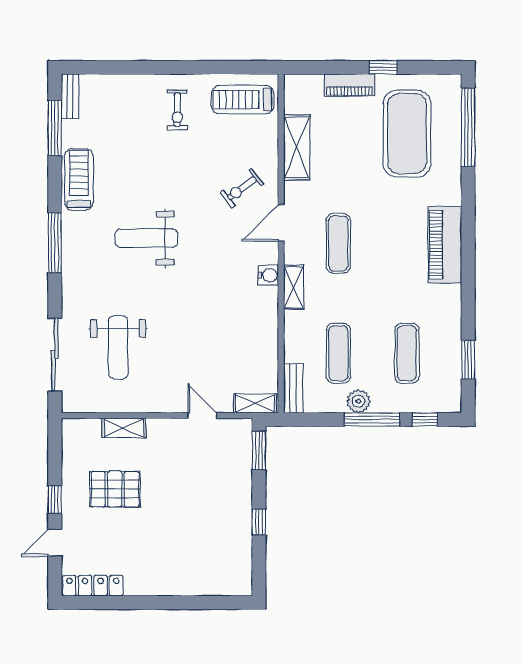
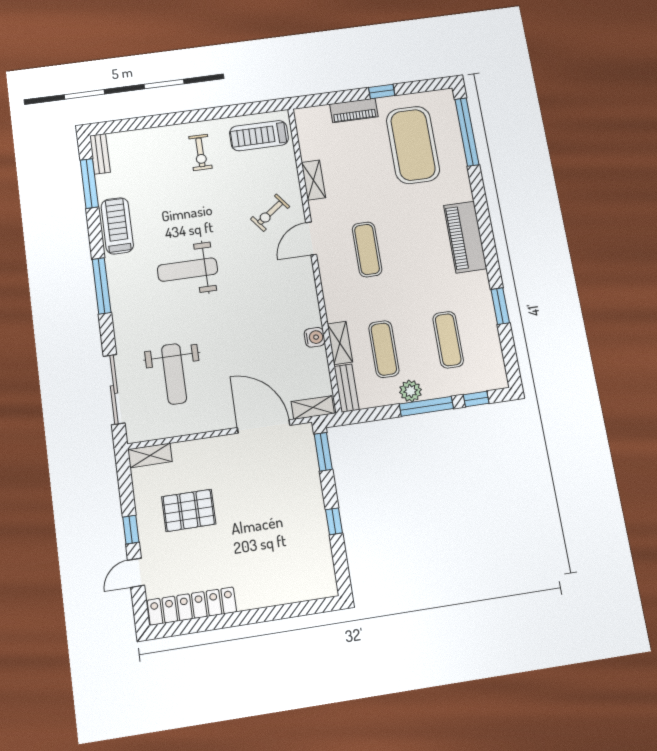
shelving: (297, 147) -> (313, 180), width x0.67, depth x0.75
water cooler: (268, 275) -> (315, 337), moved
shelving: (294, 287) -> (340, 343), moved
window: (468, 360) -> (500, 306), moved
door: (202, 416) -> (264, 427), width x1.88
shelving: (124, 428) -> (150, 455), moved
locker: (93, 586) -> (192, 606), width x1.41, depth x1.21

